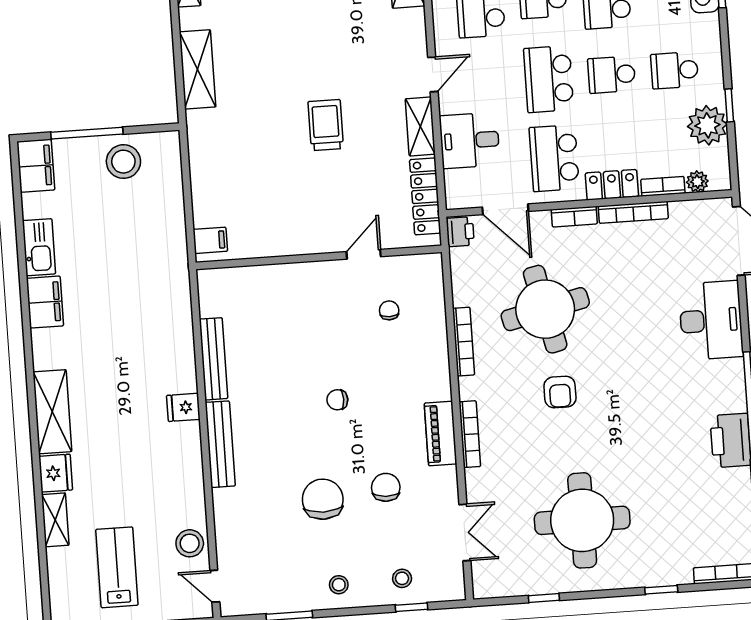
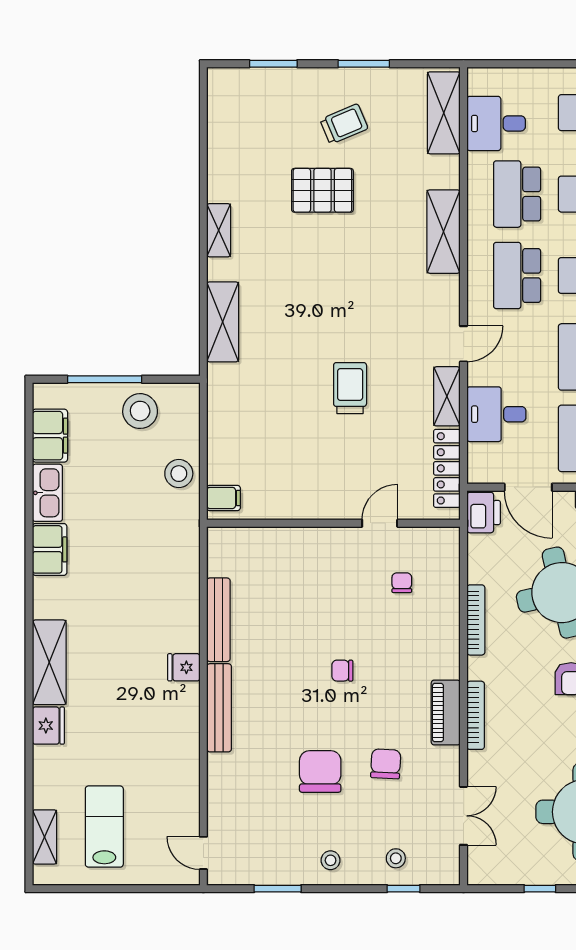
filing cabinet: (36, 166) -> (50, 436), moved
printer: (460, 232) -> (484, 513), width x1.36, depth x1.24
shelving: (55, 520) -> (45, 837), moved
stool: (190, 543) -> (179, 474), moved

